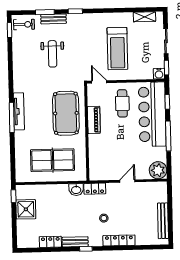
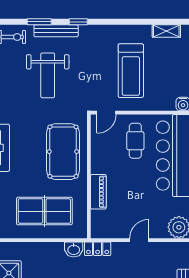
bench: (54, 19) -> (56, 31), width x1.36
weight bench: (52, 54) -> (48, 75), width x1.36, depth x1.33
door: (99, 82) -> (106, 113), swing flipped
piano: (94, 120) -> (98, 192), moved

